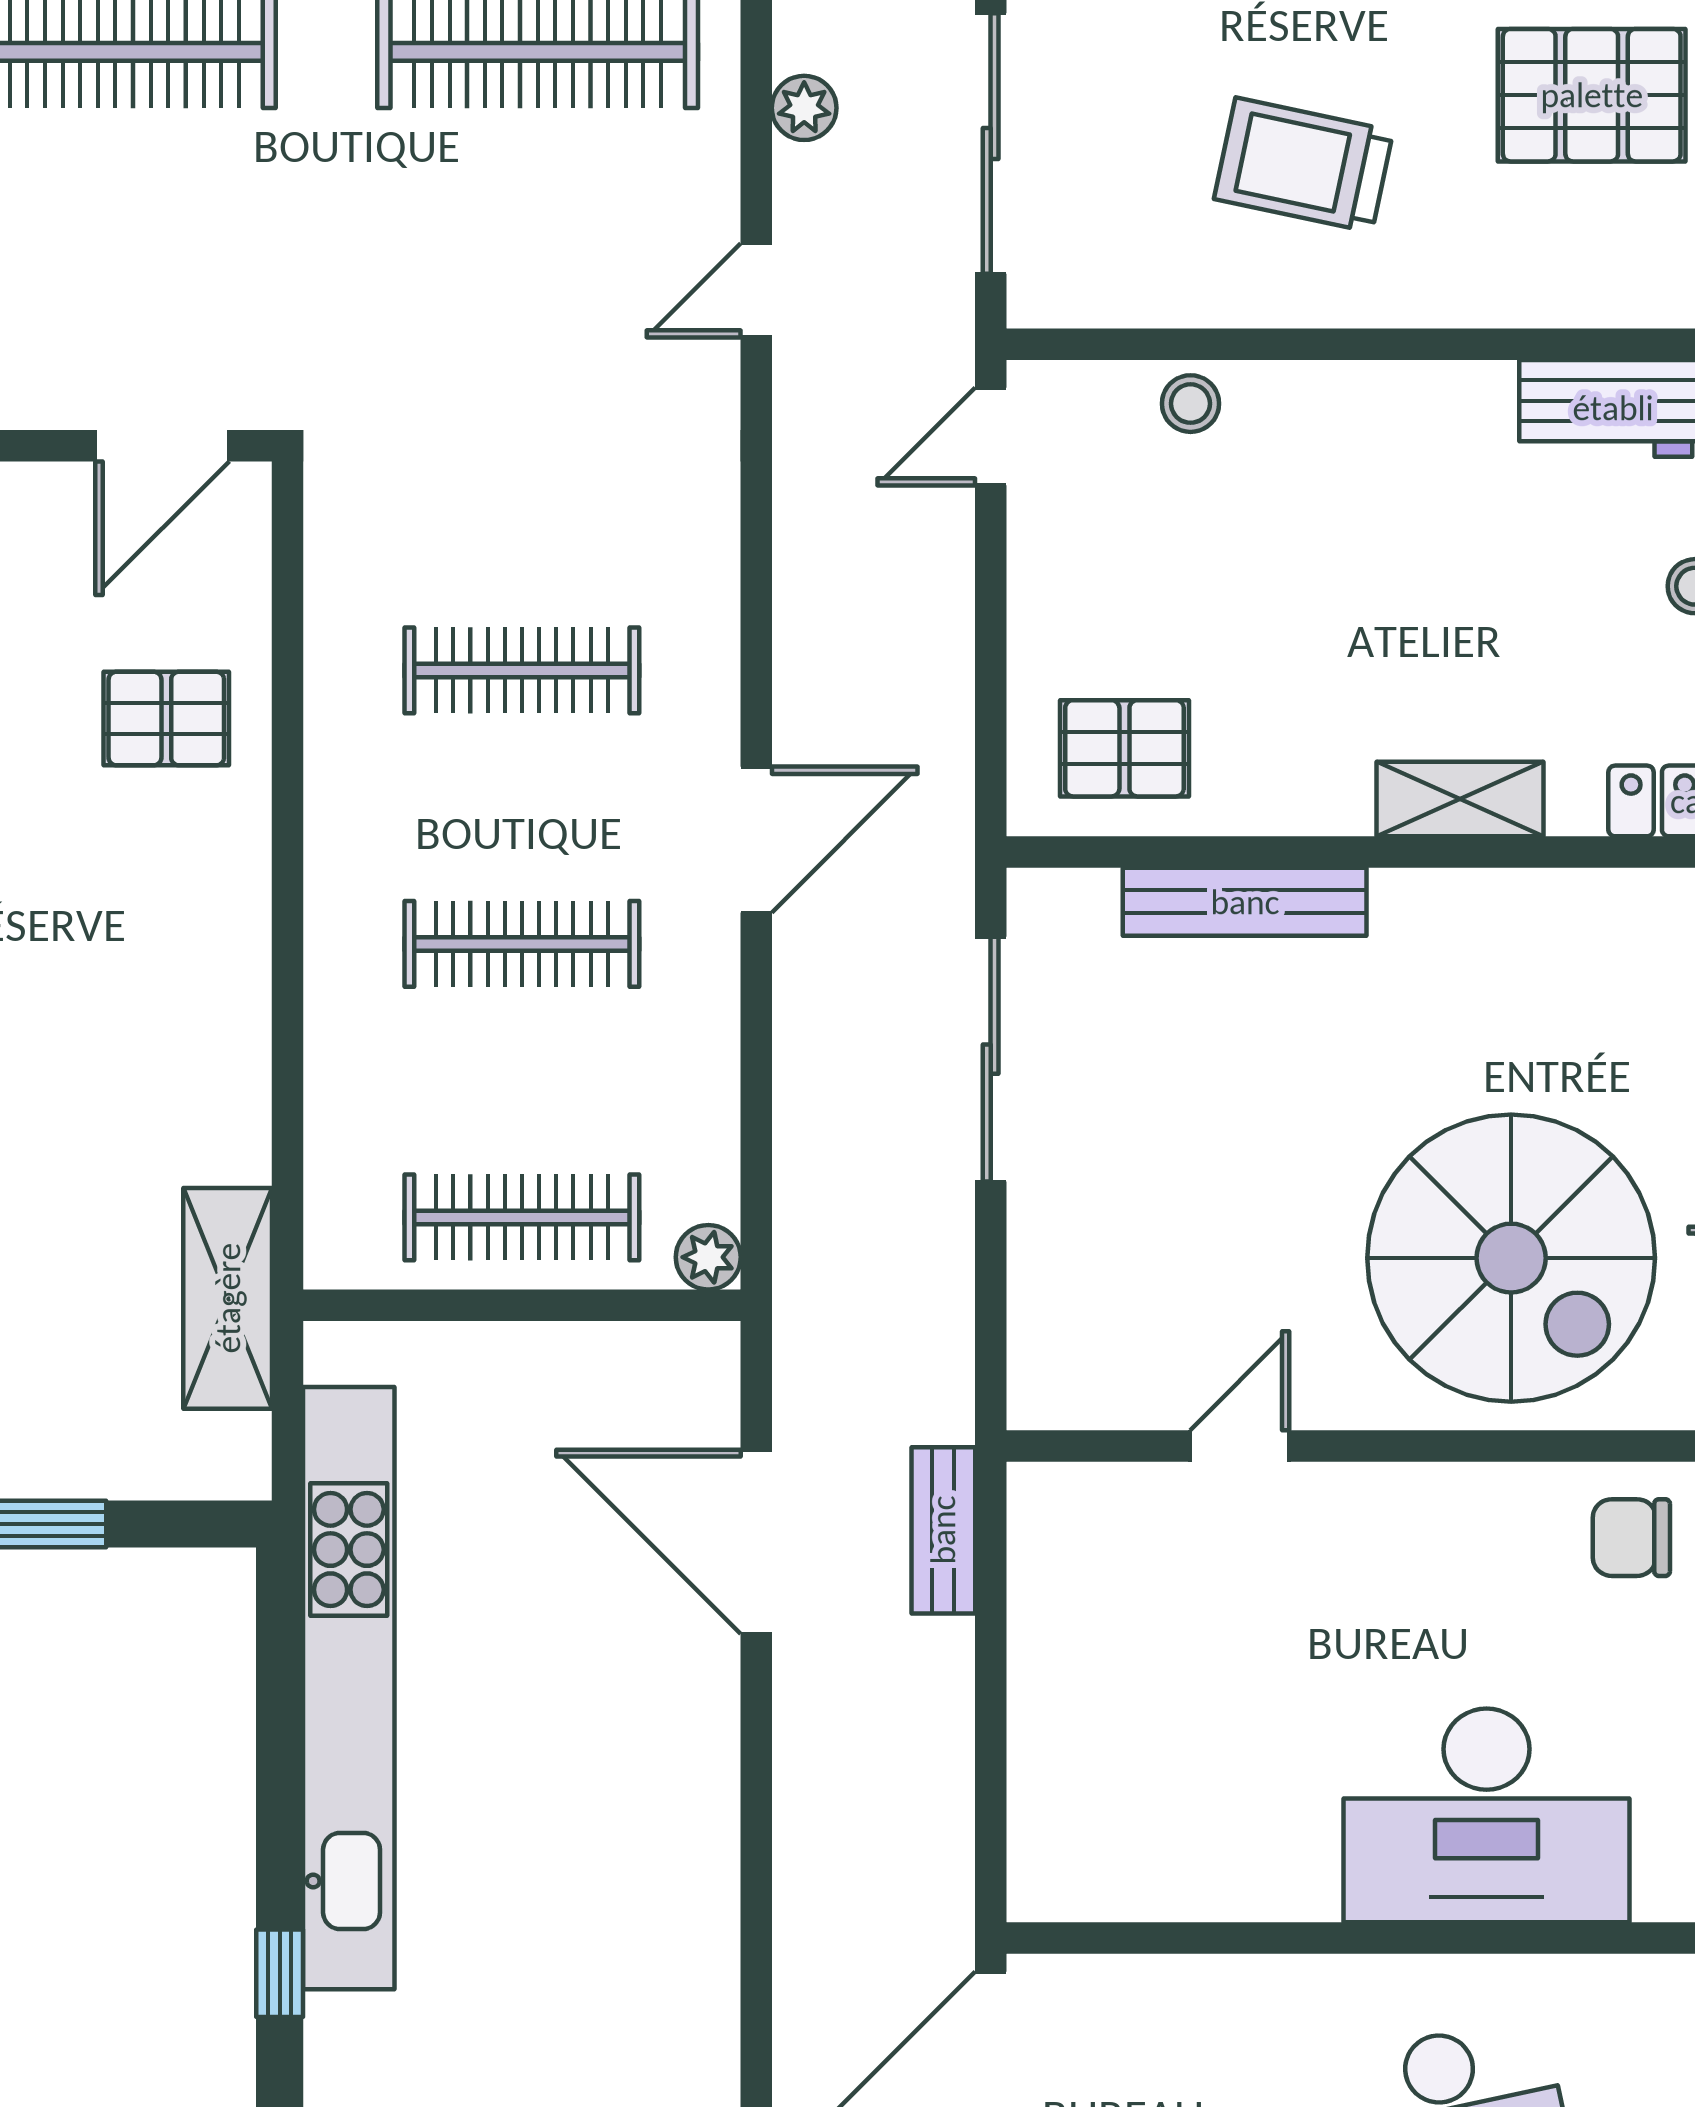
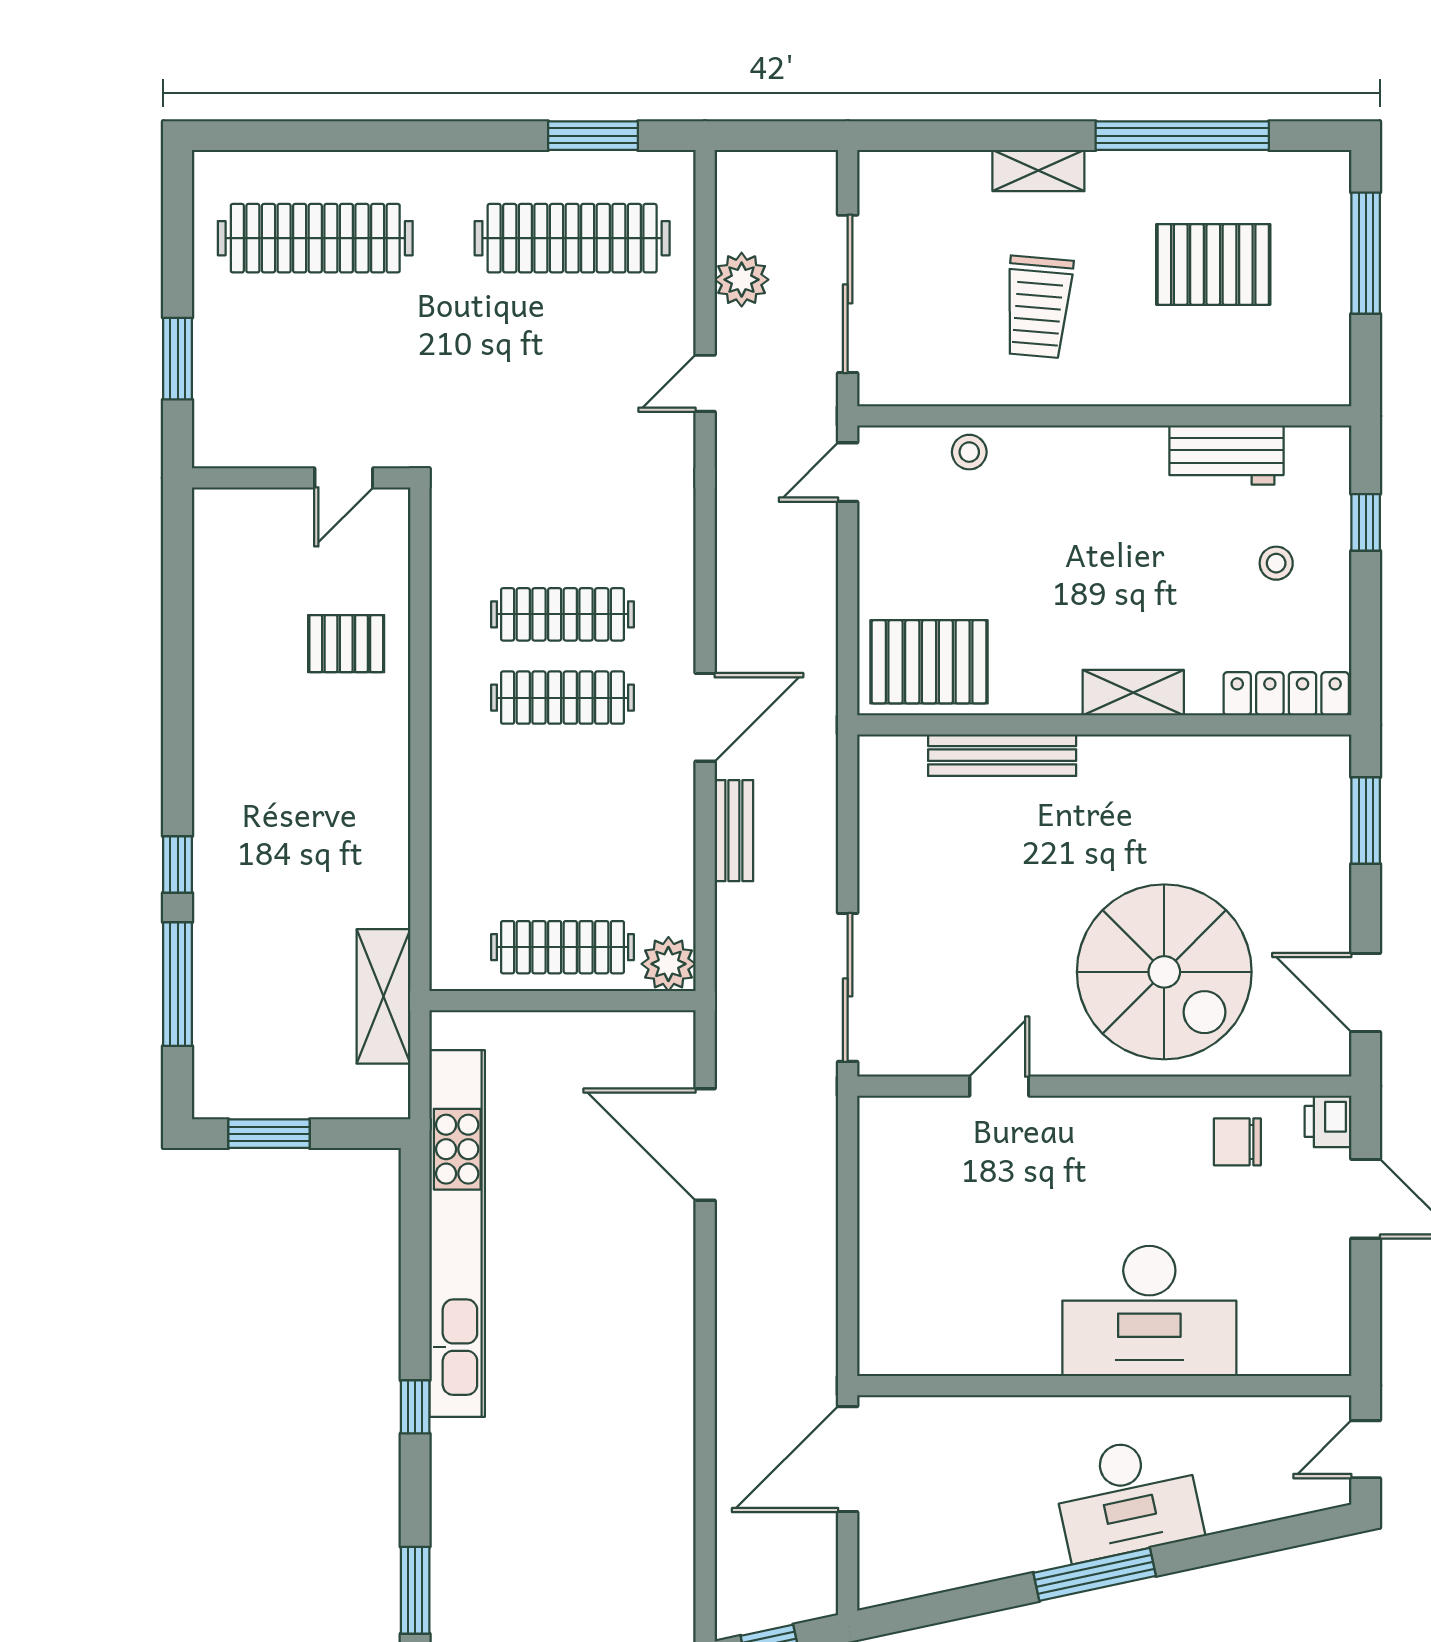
plant: (804, 108) -> (742, 280), width x1.38, depth x1.38
trolley: (1304, 165) -> (1038, 307), turned -97
door: (162, 446) -> (344, 478), width x0.73
pallet: (1124, 748) -> (929, 662), width x1.50, depth x1.42
clothes rail: (522, 944) -> (562, 698), moved
sliding door: (991, 1059) -> (848, 987), moved
plant: (708, 1257) -> (668, 964), width x1.38, depth x1.38
bench: (943, 1530) -> (734, 831), moved

